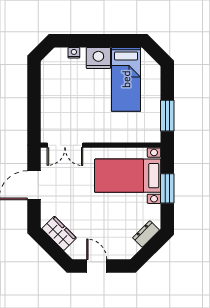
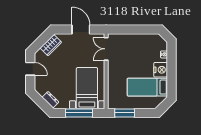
window: (167, 188) -> (79, 113), width x1.44
door: (97, 266) -> (30, 69), hinge flipped

